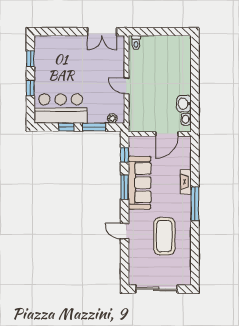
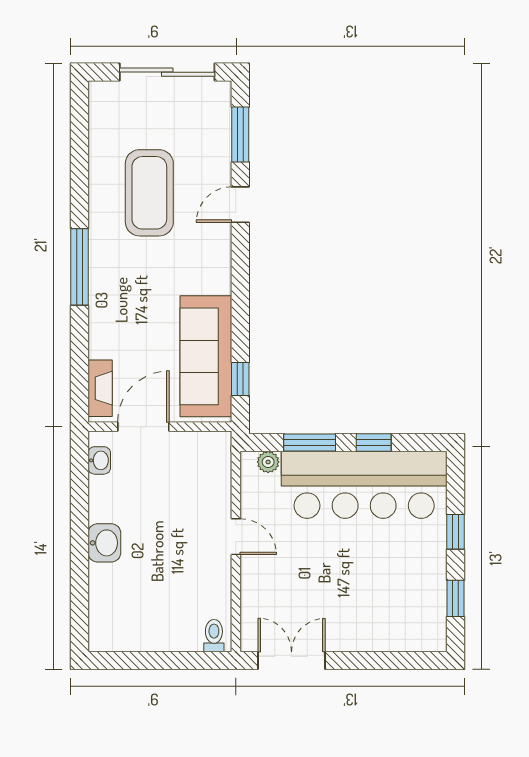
washbasin: (184, 104) -> (104, 543), moved
bar counter: (61, 109) -> (364, 485), width x1.36
fireplace: (186, 182) -> (100, 388), moved
sofa: (140, 183) -> (206, 356), moved
window: (125, 187) -> (240, 134), moved
door: (125, 231) -> (240, 205), swing flipped

